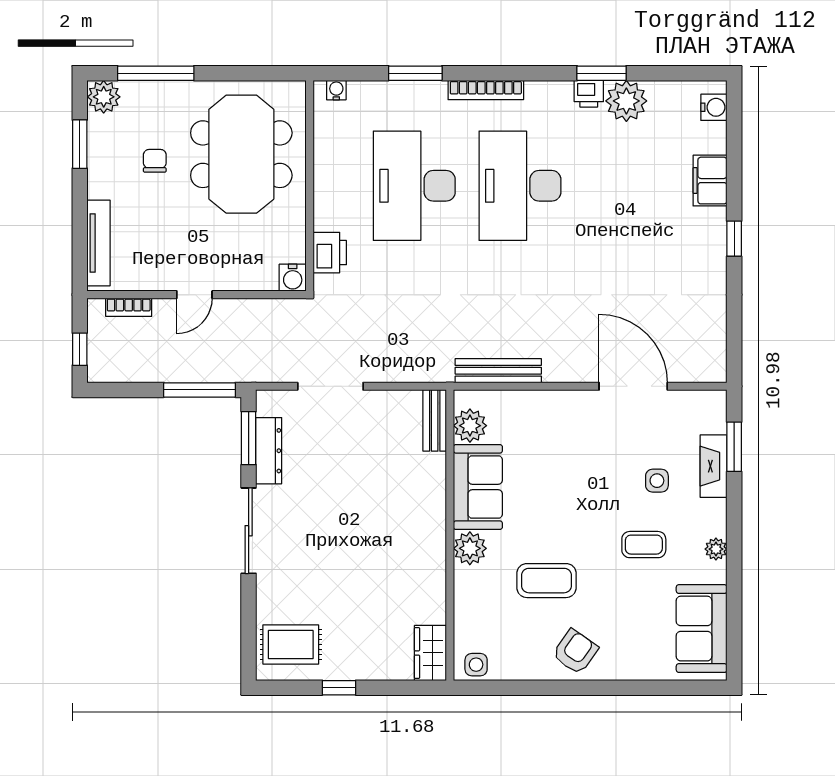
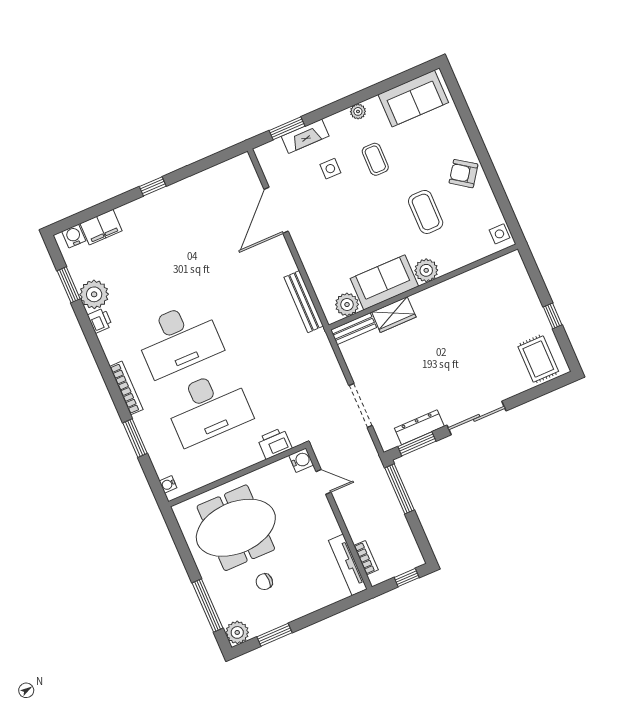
window: (602, 73) -> (69, 285), moved
filing cabinet: (710, 181) -> (101, 227), moved
tv unit: (98, 243) -> (348, 565), moved, turned -90
door: (194, 295) -> (323, 482), moved
wardrobe: (430, 653) -> (394, 315), moved

